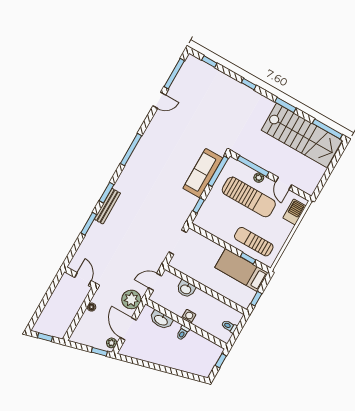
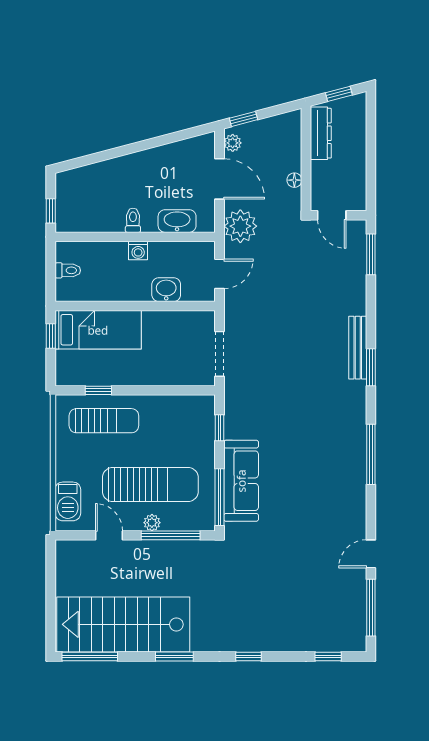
sun lounger: (249, 197) -> (150, 485), turned 180
window: (89, 224) -> (371, 254), moved
bed: (241, 270) -> (98, 330), moved
dresser: (65, 323) -> (321, 133), added

